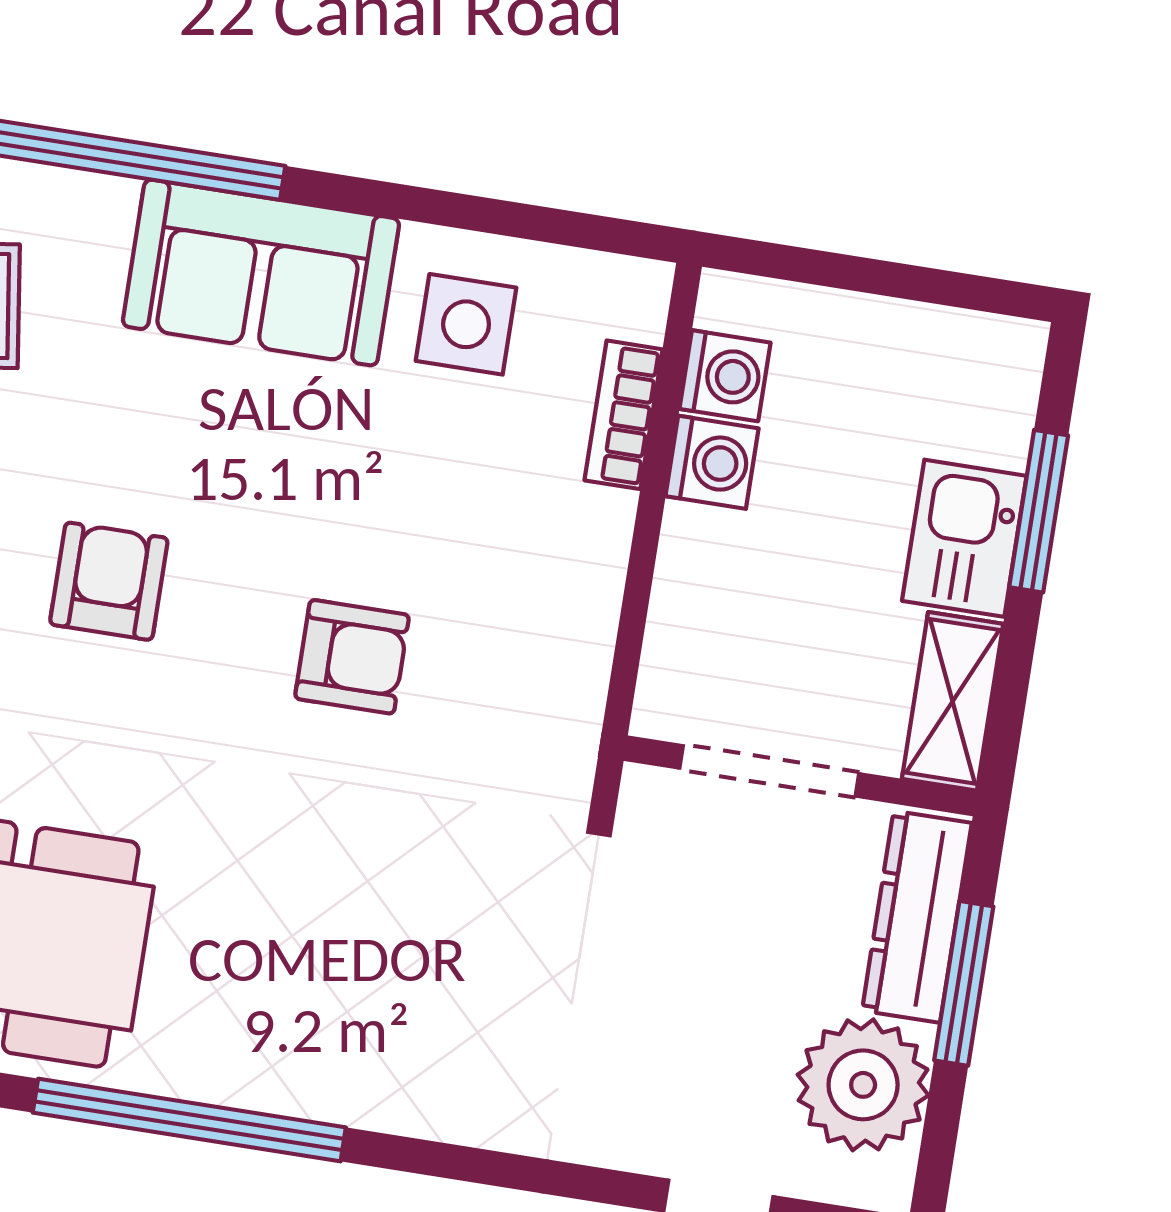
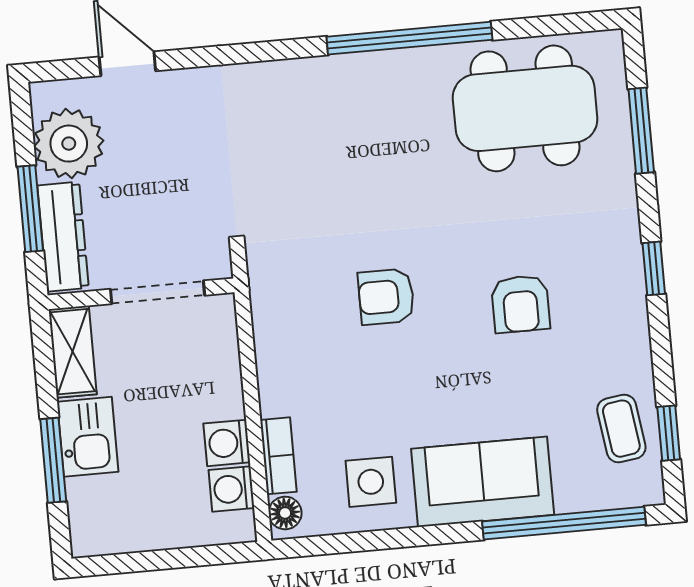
floor lamp: (638, 307) -> (285, 513), added

